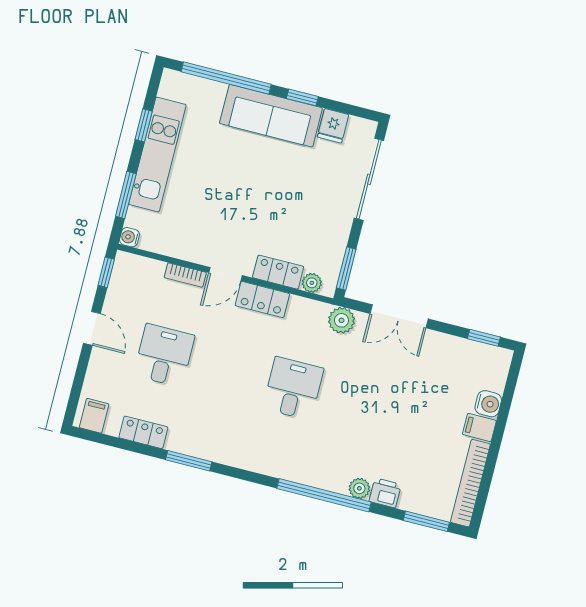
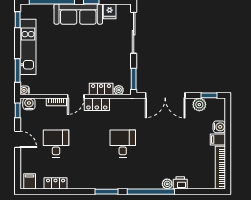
window: (144, 125) -> (18, 20), moved
water cooler: (131, 265) -> (29, 104), added
double door: (399, 316) -> (165, 95), width x1.37
plant: (341, 320) -> (199, 105), moved
window: (189, 461) -> (107, 192), moved
window: (426, 521) -> (204, 192), removed

